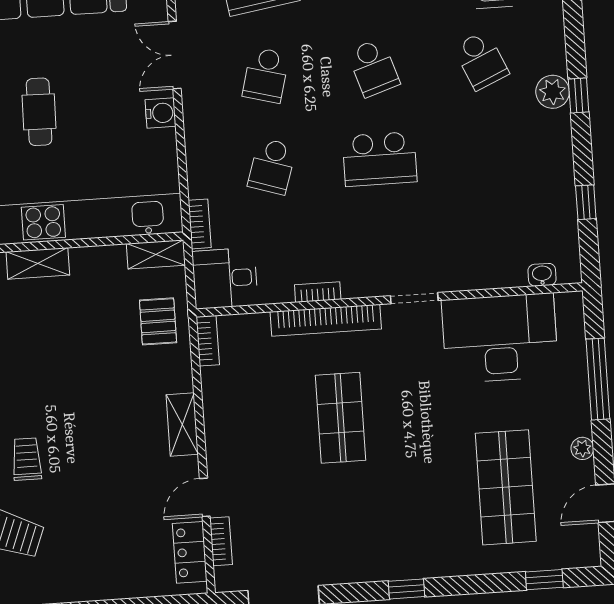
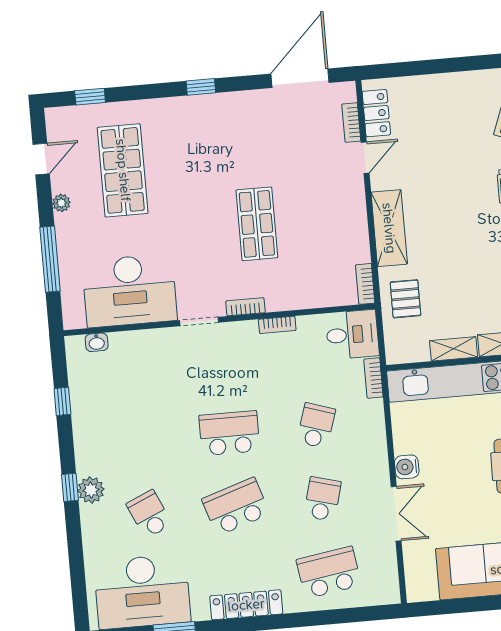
school desk: (373, 68) -> (236, 507), width x1.85
shelving: (156, 254) -> (454, 349), moved
bookcase: (326, 320) -> (245, 307), width x0.43, depth x0.76
shelving: (182, 425) -> (389, 228), width x1.50, depth x1.33

